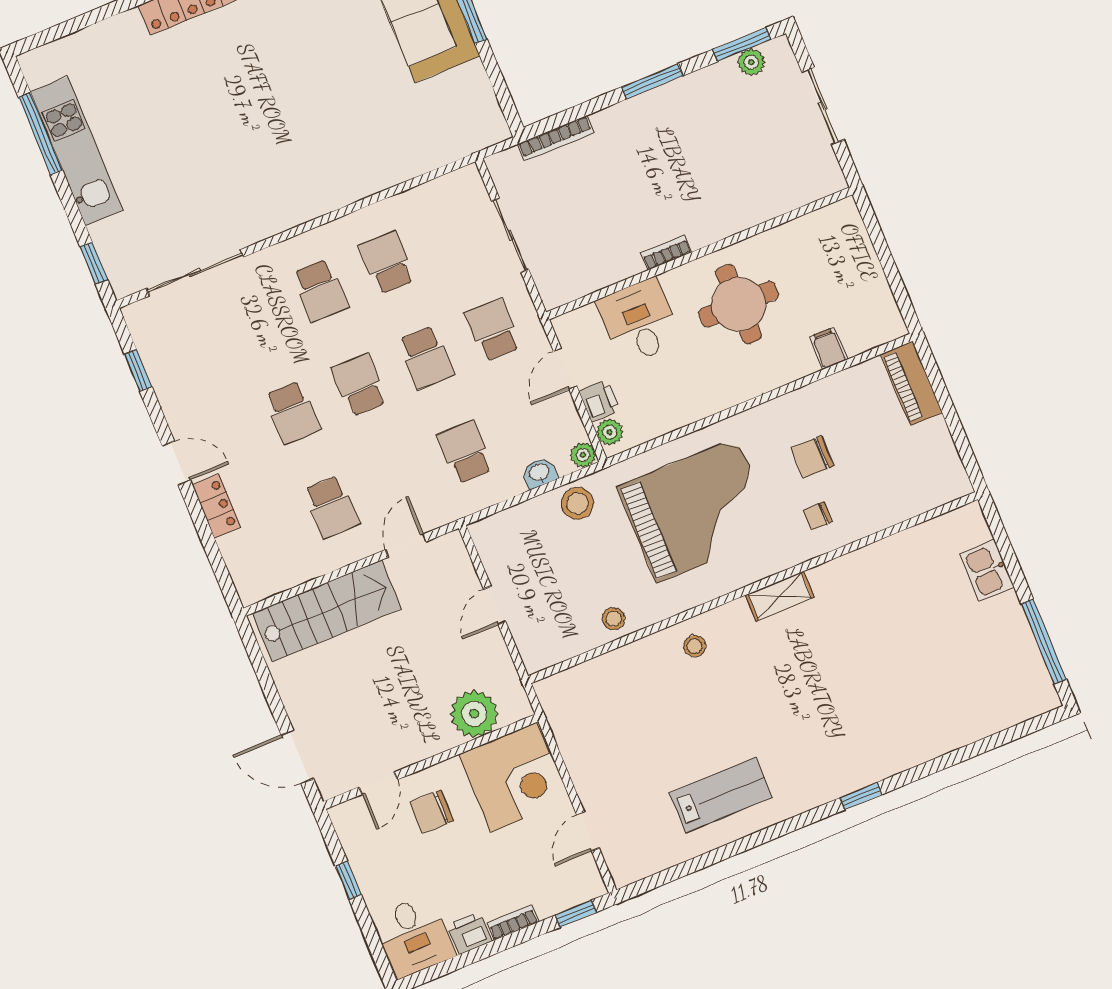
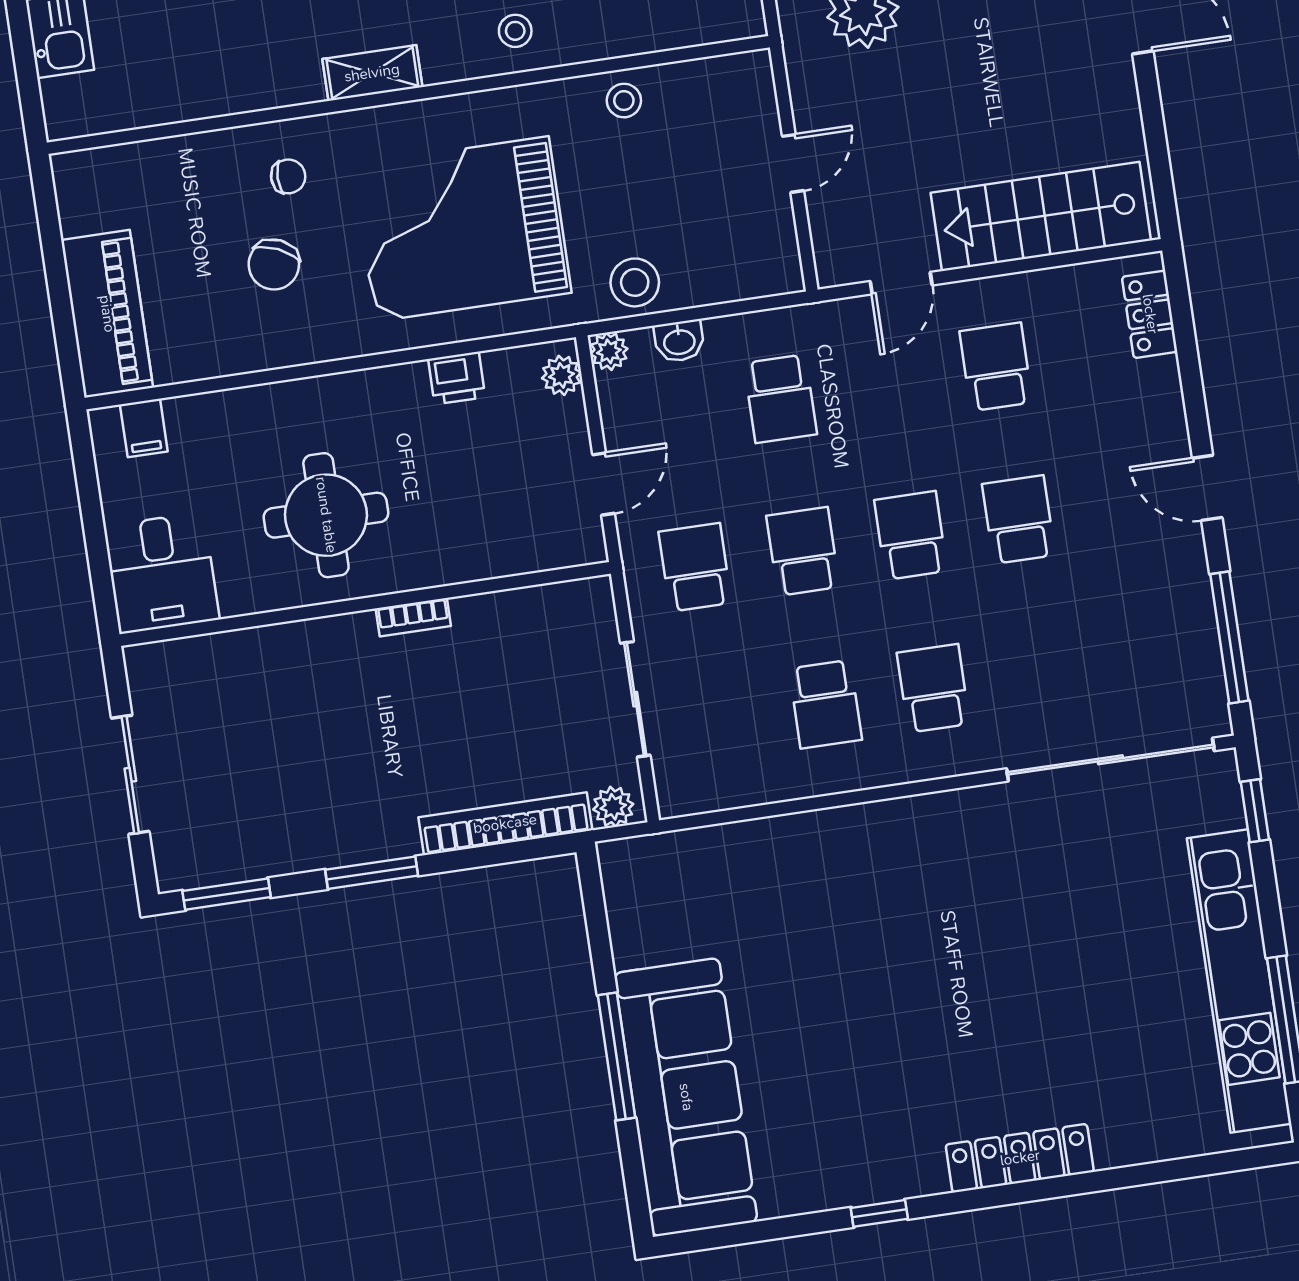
plant: (751, 62) -> (613, 807), moved
bookcase: (556, 139) -> (505, 824), width x1.48, depth x1.31
kitchen unit: (77, 151) -> (1239, 981), width x1.36
sliding door: (195, 273) -> (1110, 760), width x1.36
desk: (639, 321) -> (162, 573), moved
school desk: (493, 330) -> (695, 567), turned 180
filing cabinet: (828, 348) -> (144, 428), moved
window: (138, 370) -> (1229, 637), width x2.17
piano: (912, 383) -> (107, 314), width x1.37, depth x1.33
school desk: (359, 385) -> (911, 535), turned 180
printer: (599, 401) -> (457, 378), moved, turned -90
chair: (812, 457) -> (274, 265), turned 114
locker: (217, 506) -> (1150, 314), moved

